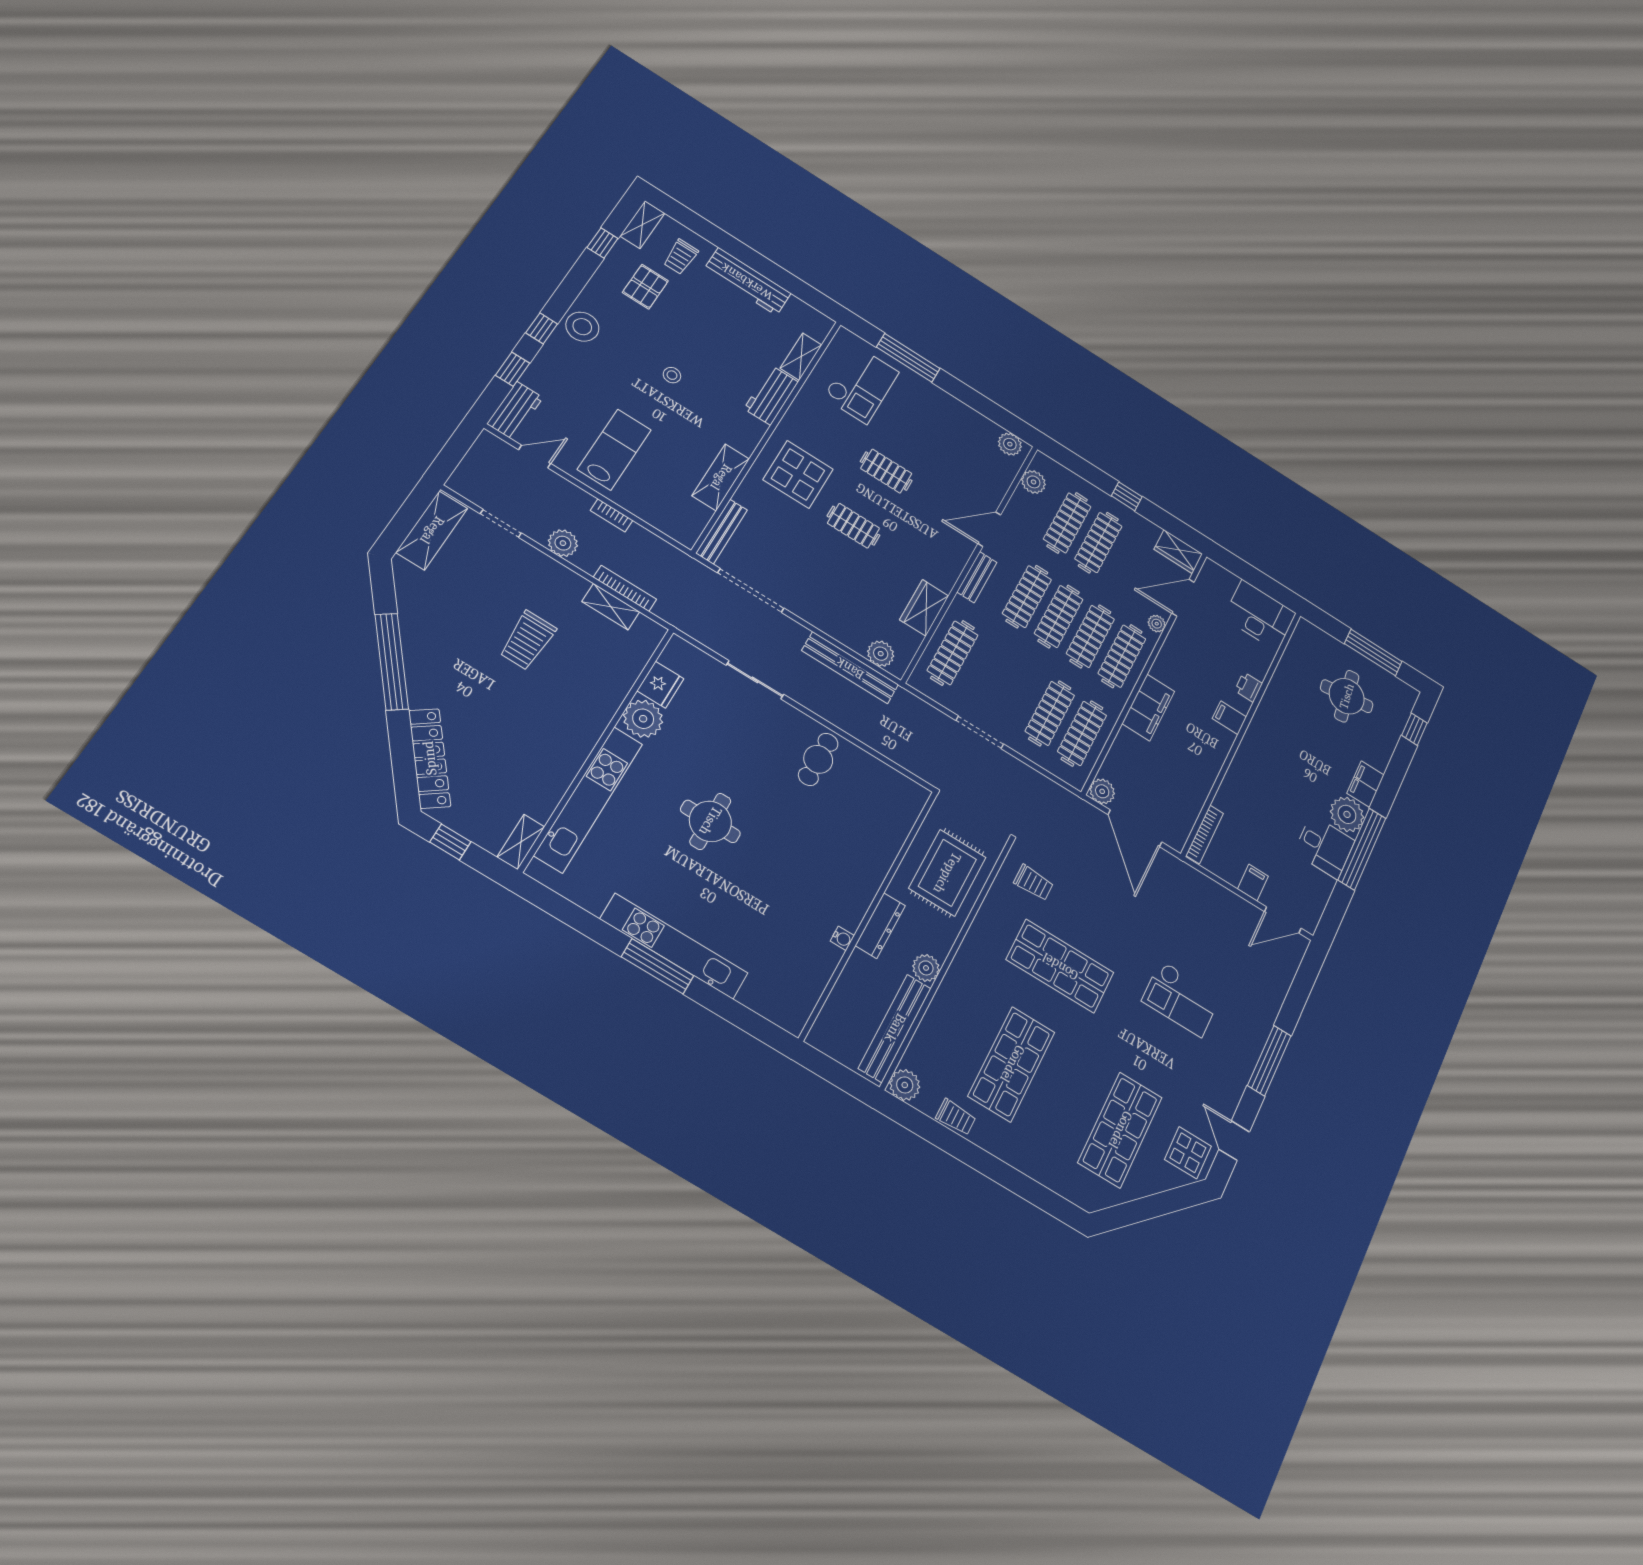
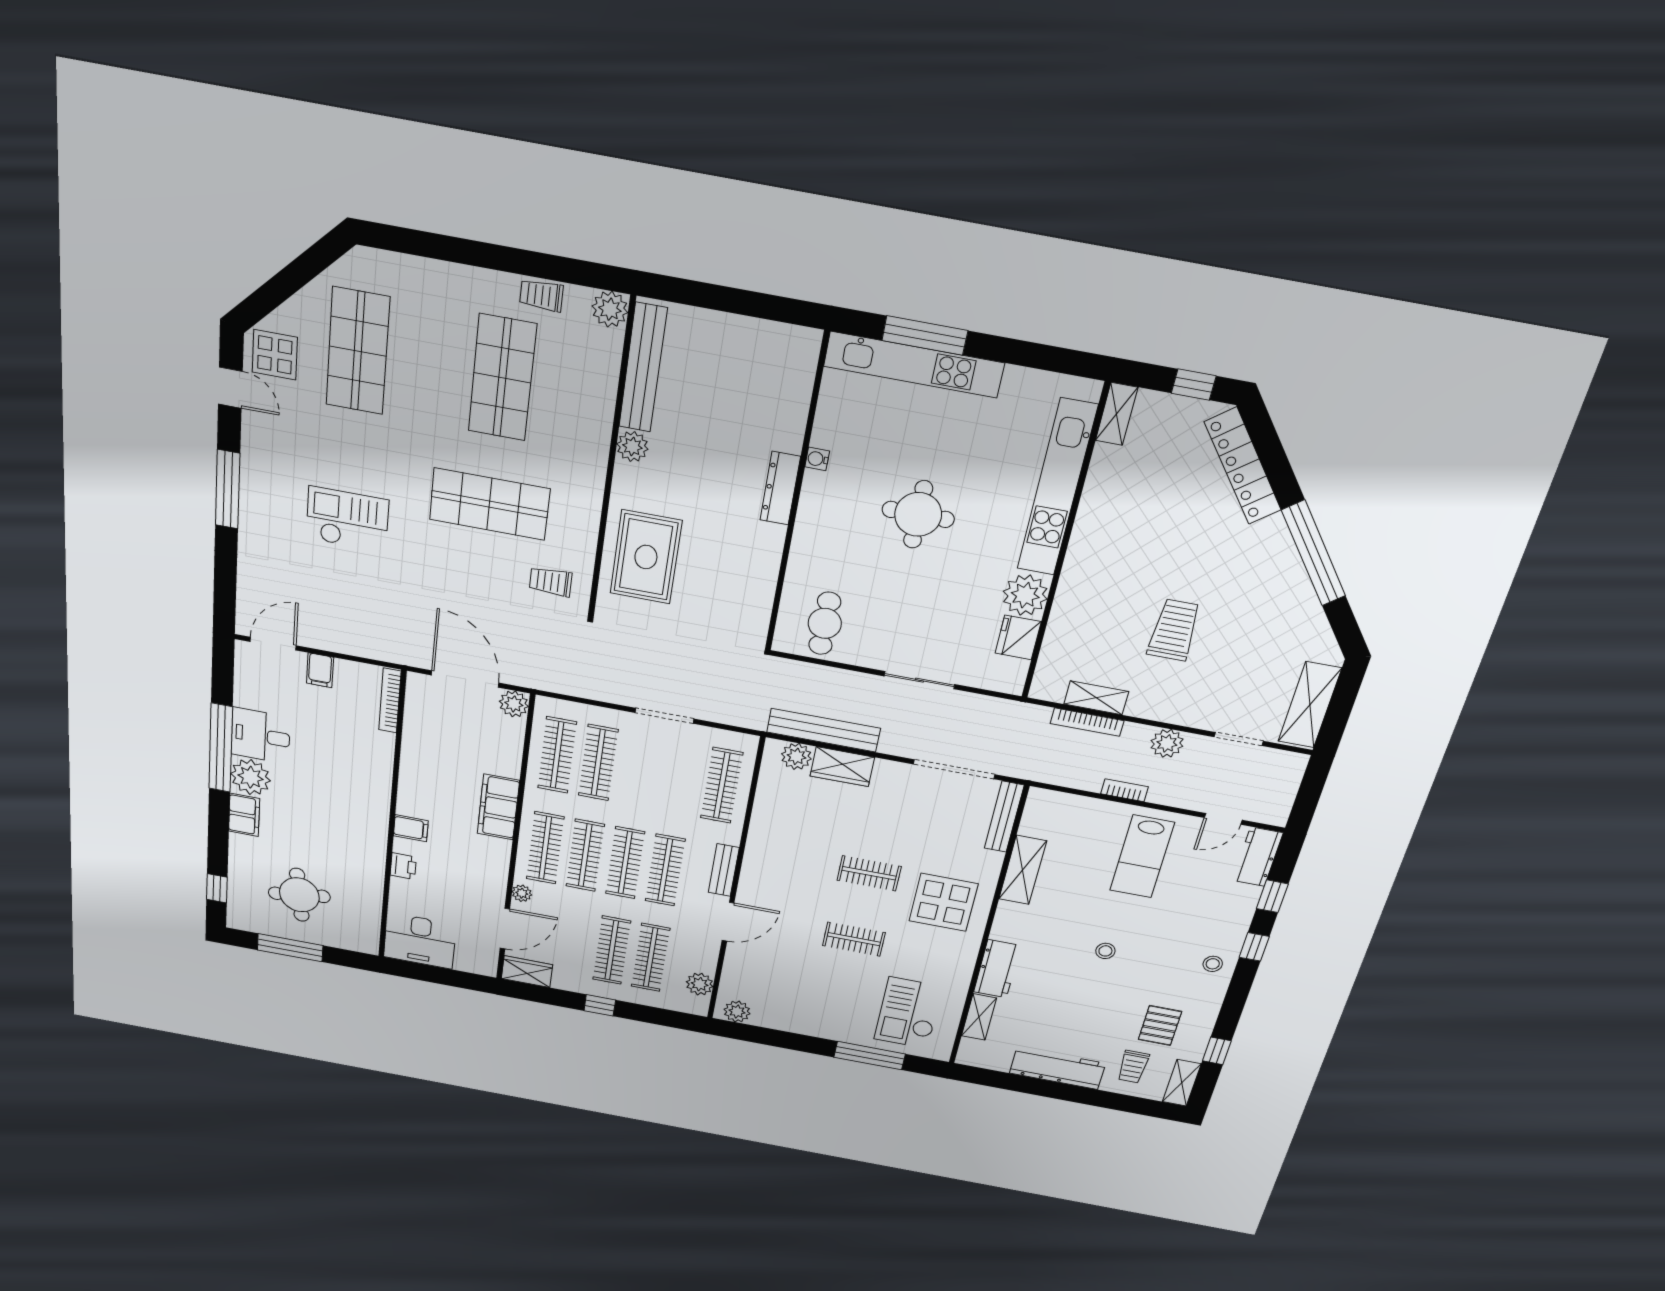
trolley: (681, 257) -> (1133, 1067), turned 180
stool: (582, 327) -> (1213, 964), width x0.53, depth x0.53
wardrobe: (924, 608) -> (842, 767), moved, turned 90
wall: (870, 913) -> (796, 497), moved
dresser: (880, 926) -> (780, 488), moved
water cooler: (842, 938) -> (817, 459), moved

